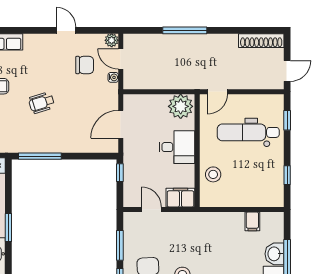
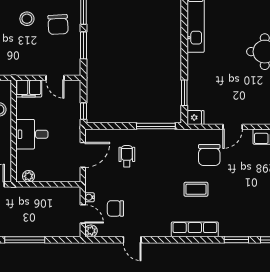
wheelchair: (42, 103) -> (127, 156), moved, turned -73
plant: (181, 106) -> (29, 176), width x0.53, depth x0.53
window: (8, 227) -> (184, 93), moved

